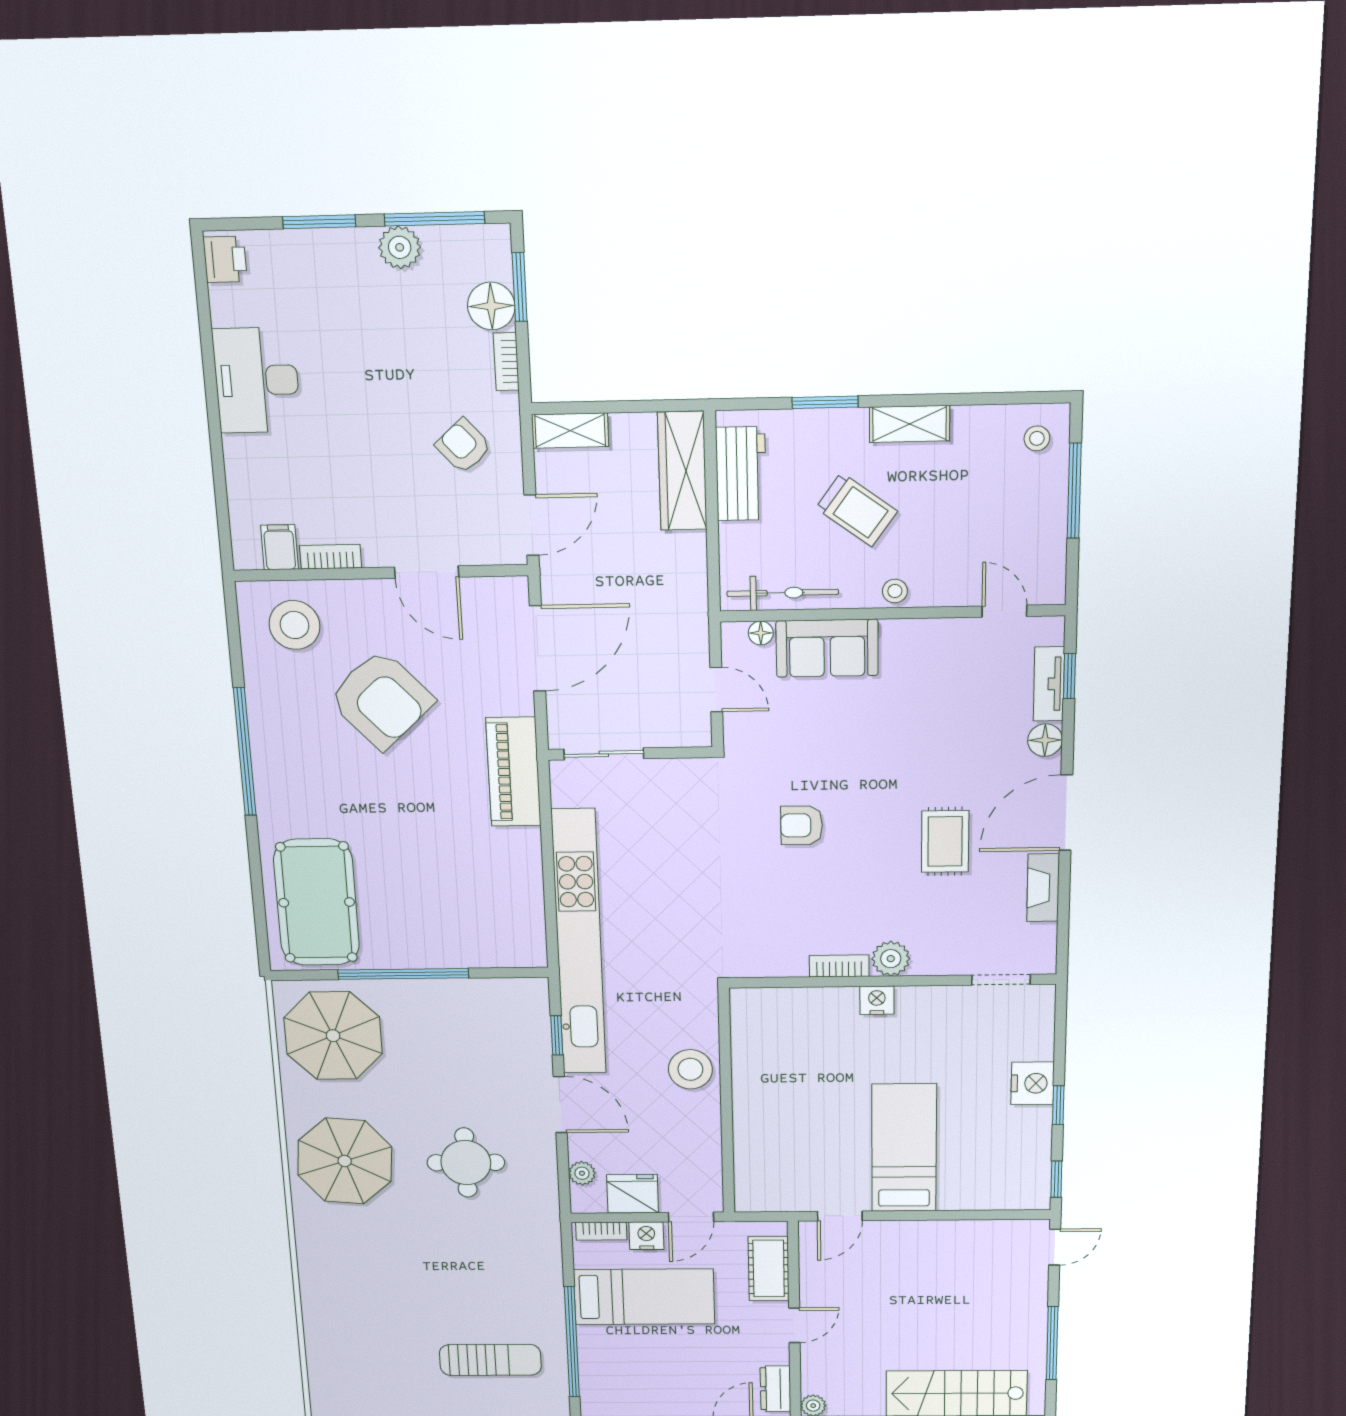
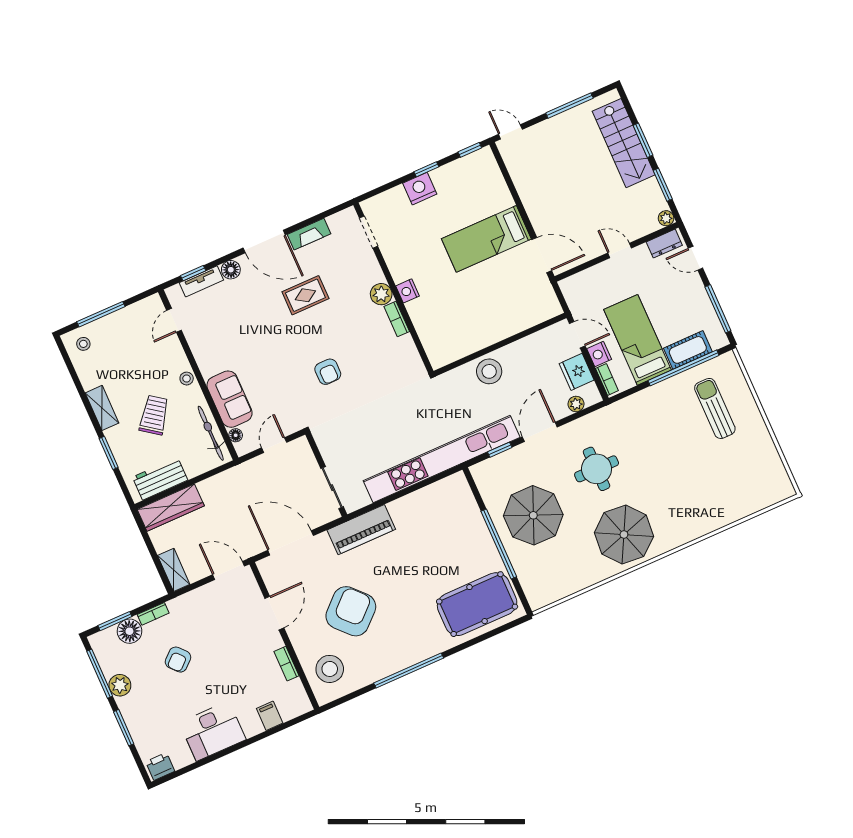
armchair: (463, 446) -> (178, 660), moved
filing cabinet: (280, 547) -> (270, 716), moved, turned 90
parasol: (333, 1036) -> (533, 515), moved
door: (840, 1216) -> (542, 255), width x1.38
cot: (769, 1269) -> (688, 350), moved

